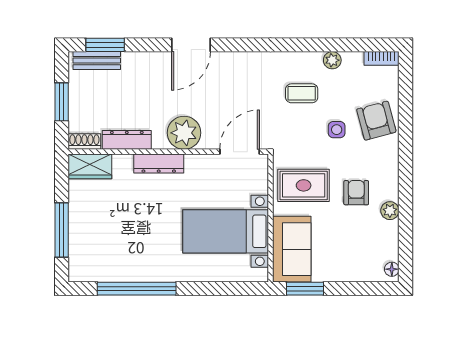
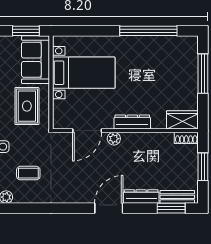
plant: (184, 133) -> (114, 139), width x0.53, depth x0.53
dresser: (127, 140) -> (141, 196), moved, turned 180
door: (240, 152) -> (87, 131), moved
rug: (304, 185) -> (27, 106), turned 90

